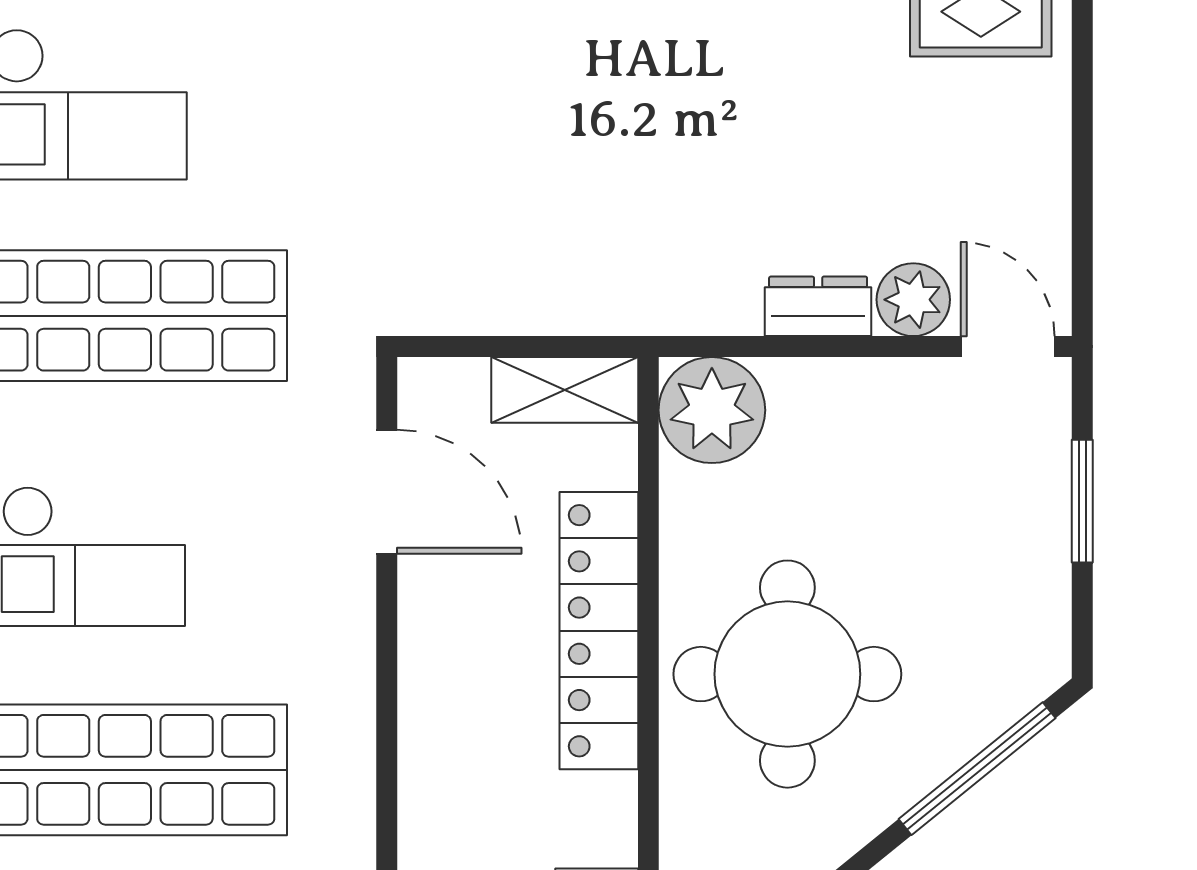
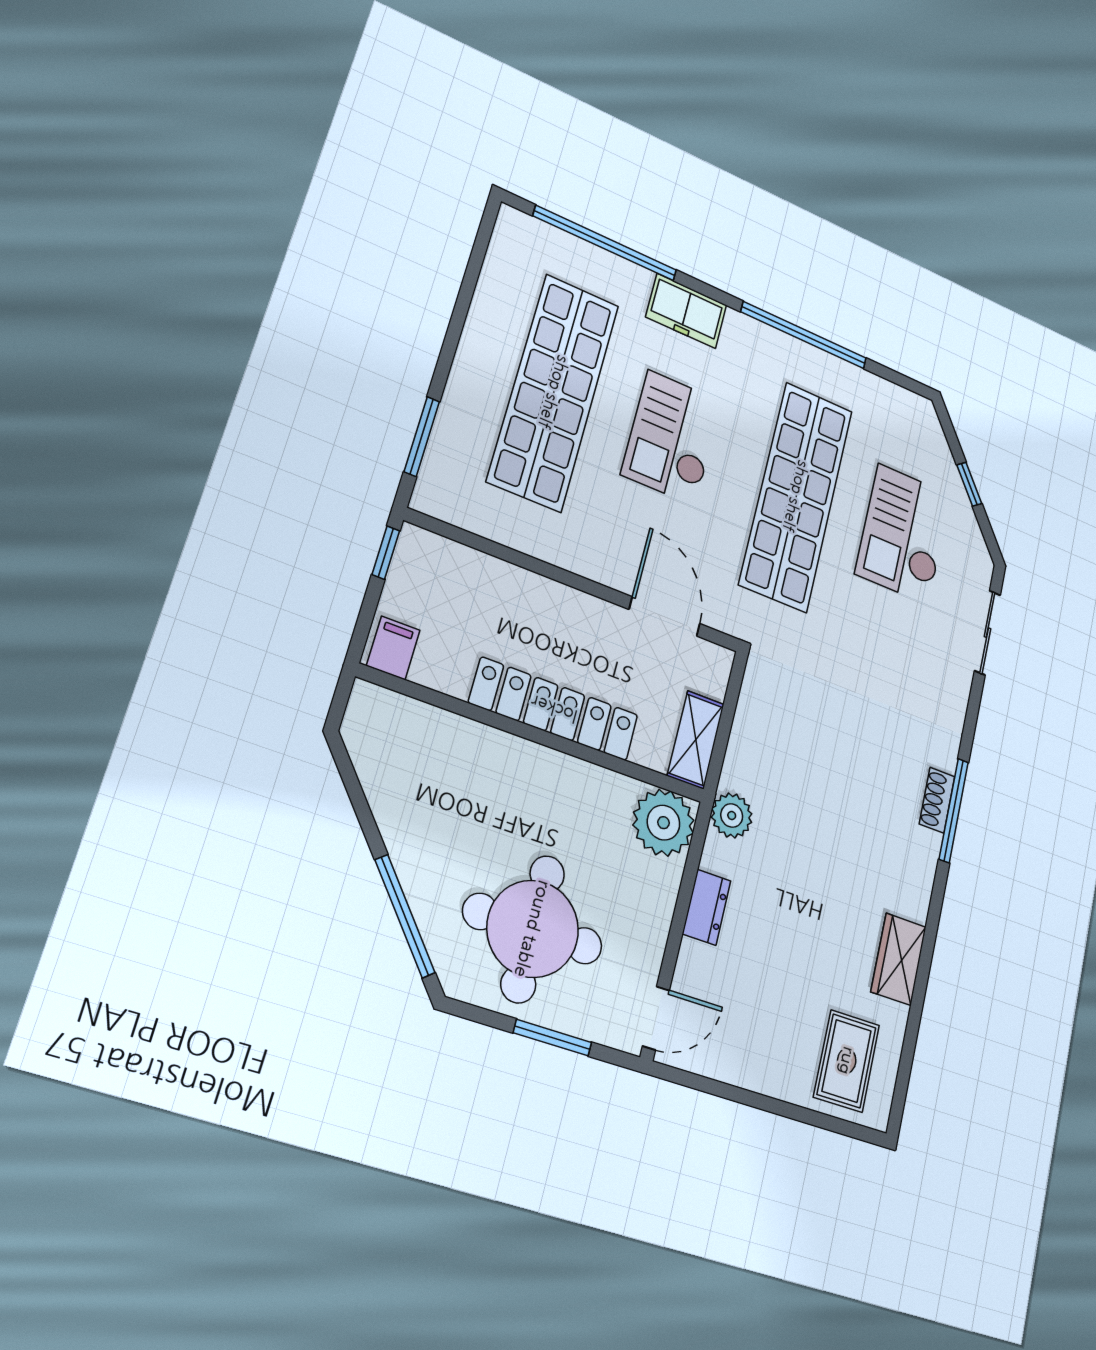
plant: (913, 300) -> (732, 816), moved
door: (387, 492) -> (665, 617), swing flipped
round table: (787, 674) -> (533, 929), moved

